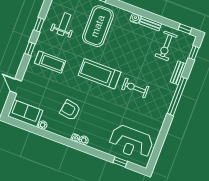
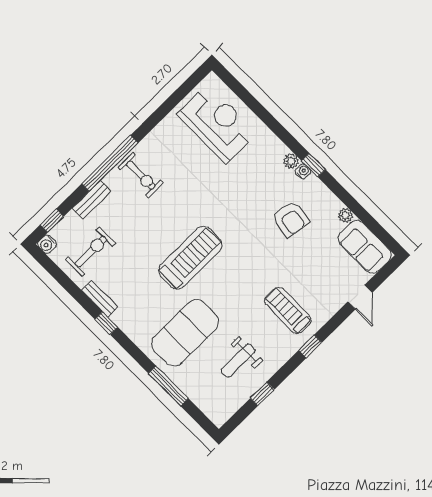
water cooler: (135, 18) -> (47, 244), moved
window: (39, 25) -> (262, 394), moved
window: (185, 29) -> (106, 323), moved
treadmill: (99, 74) -> (190, 258), moved, turned -90
exercise bike: (135, 88) -> (141, 175), moved
window: (120, 162) -> (313, 165), moved

